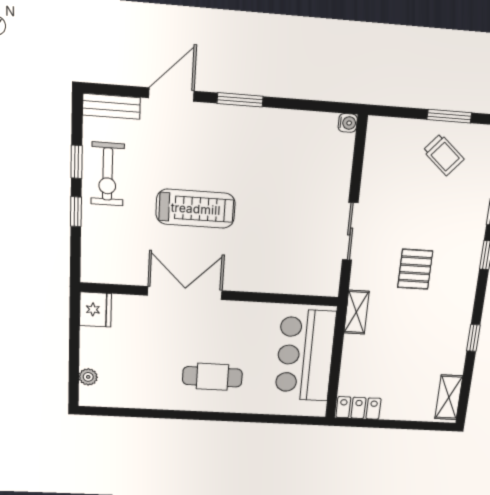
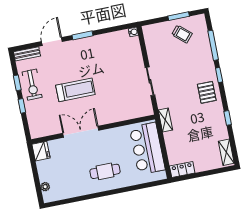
pallet: (415, 269) -> (207, 92), moved

